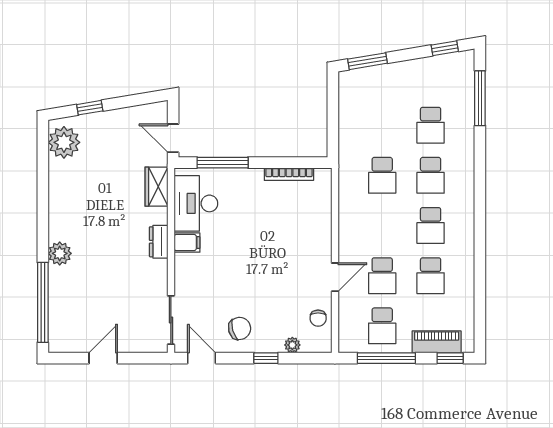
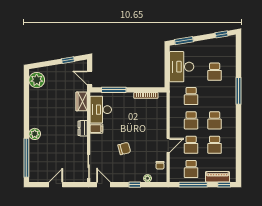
window: (480, 98) -> (239, 91), moved
window: (90, 108) -> (68, 60), moved
desk: (363, 115) -> (182, 67), added
school desk: (431, 175) -> (191, 120), moved
chair: (240, 328) -> (124, 149), moved

